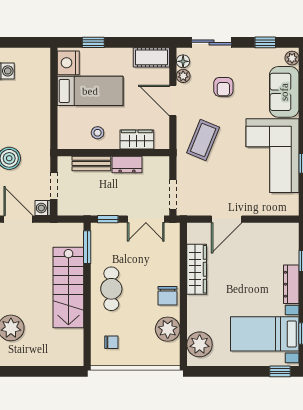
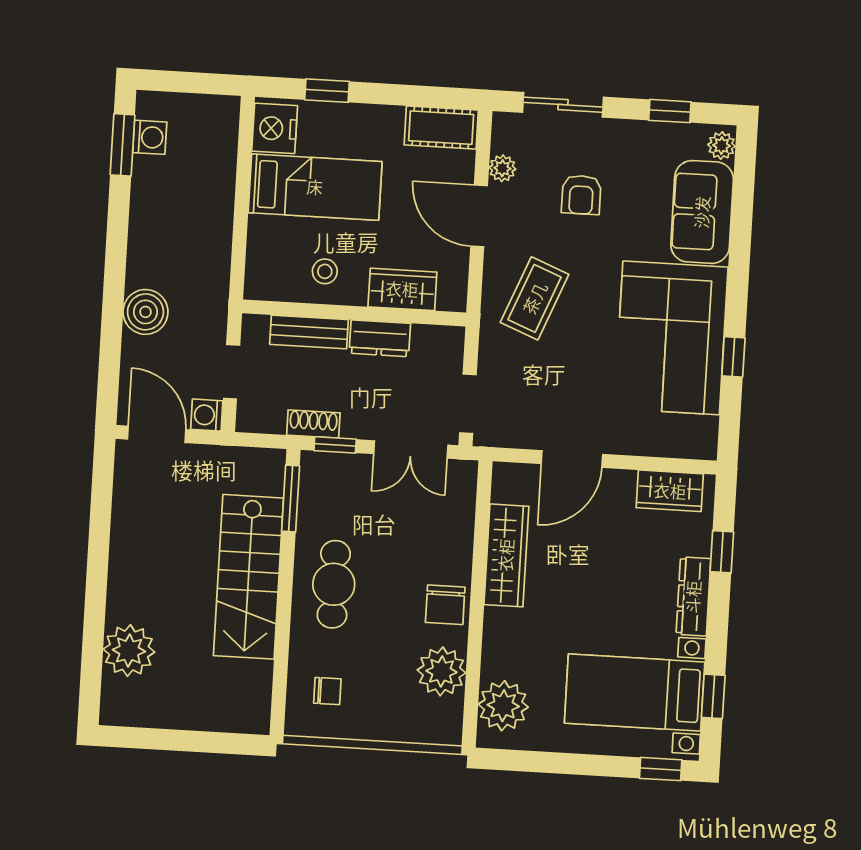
floor lamp: (183, 61) -> (504, 139), removed
shoe rack: (96, 209) -> (313, 424), added
wardrobe: (276, 232) -> (670, 491), added

